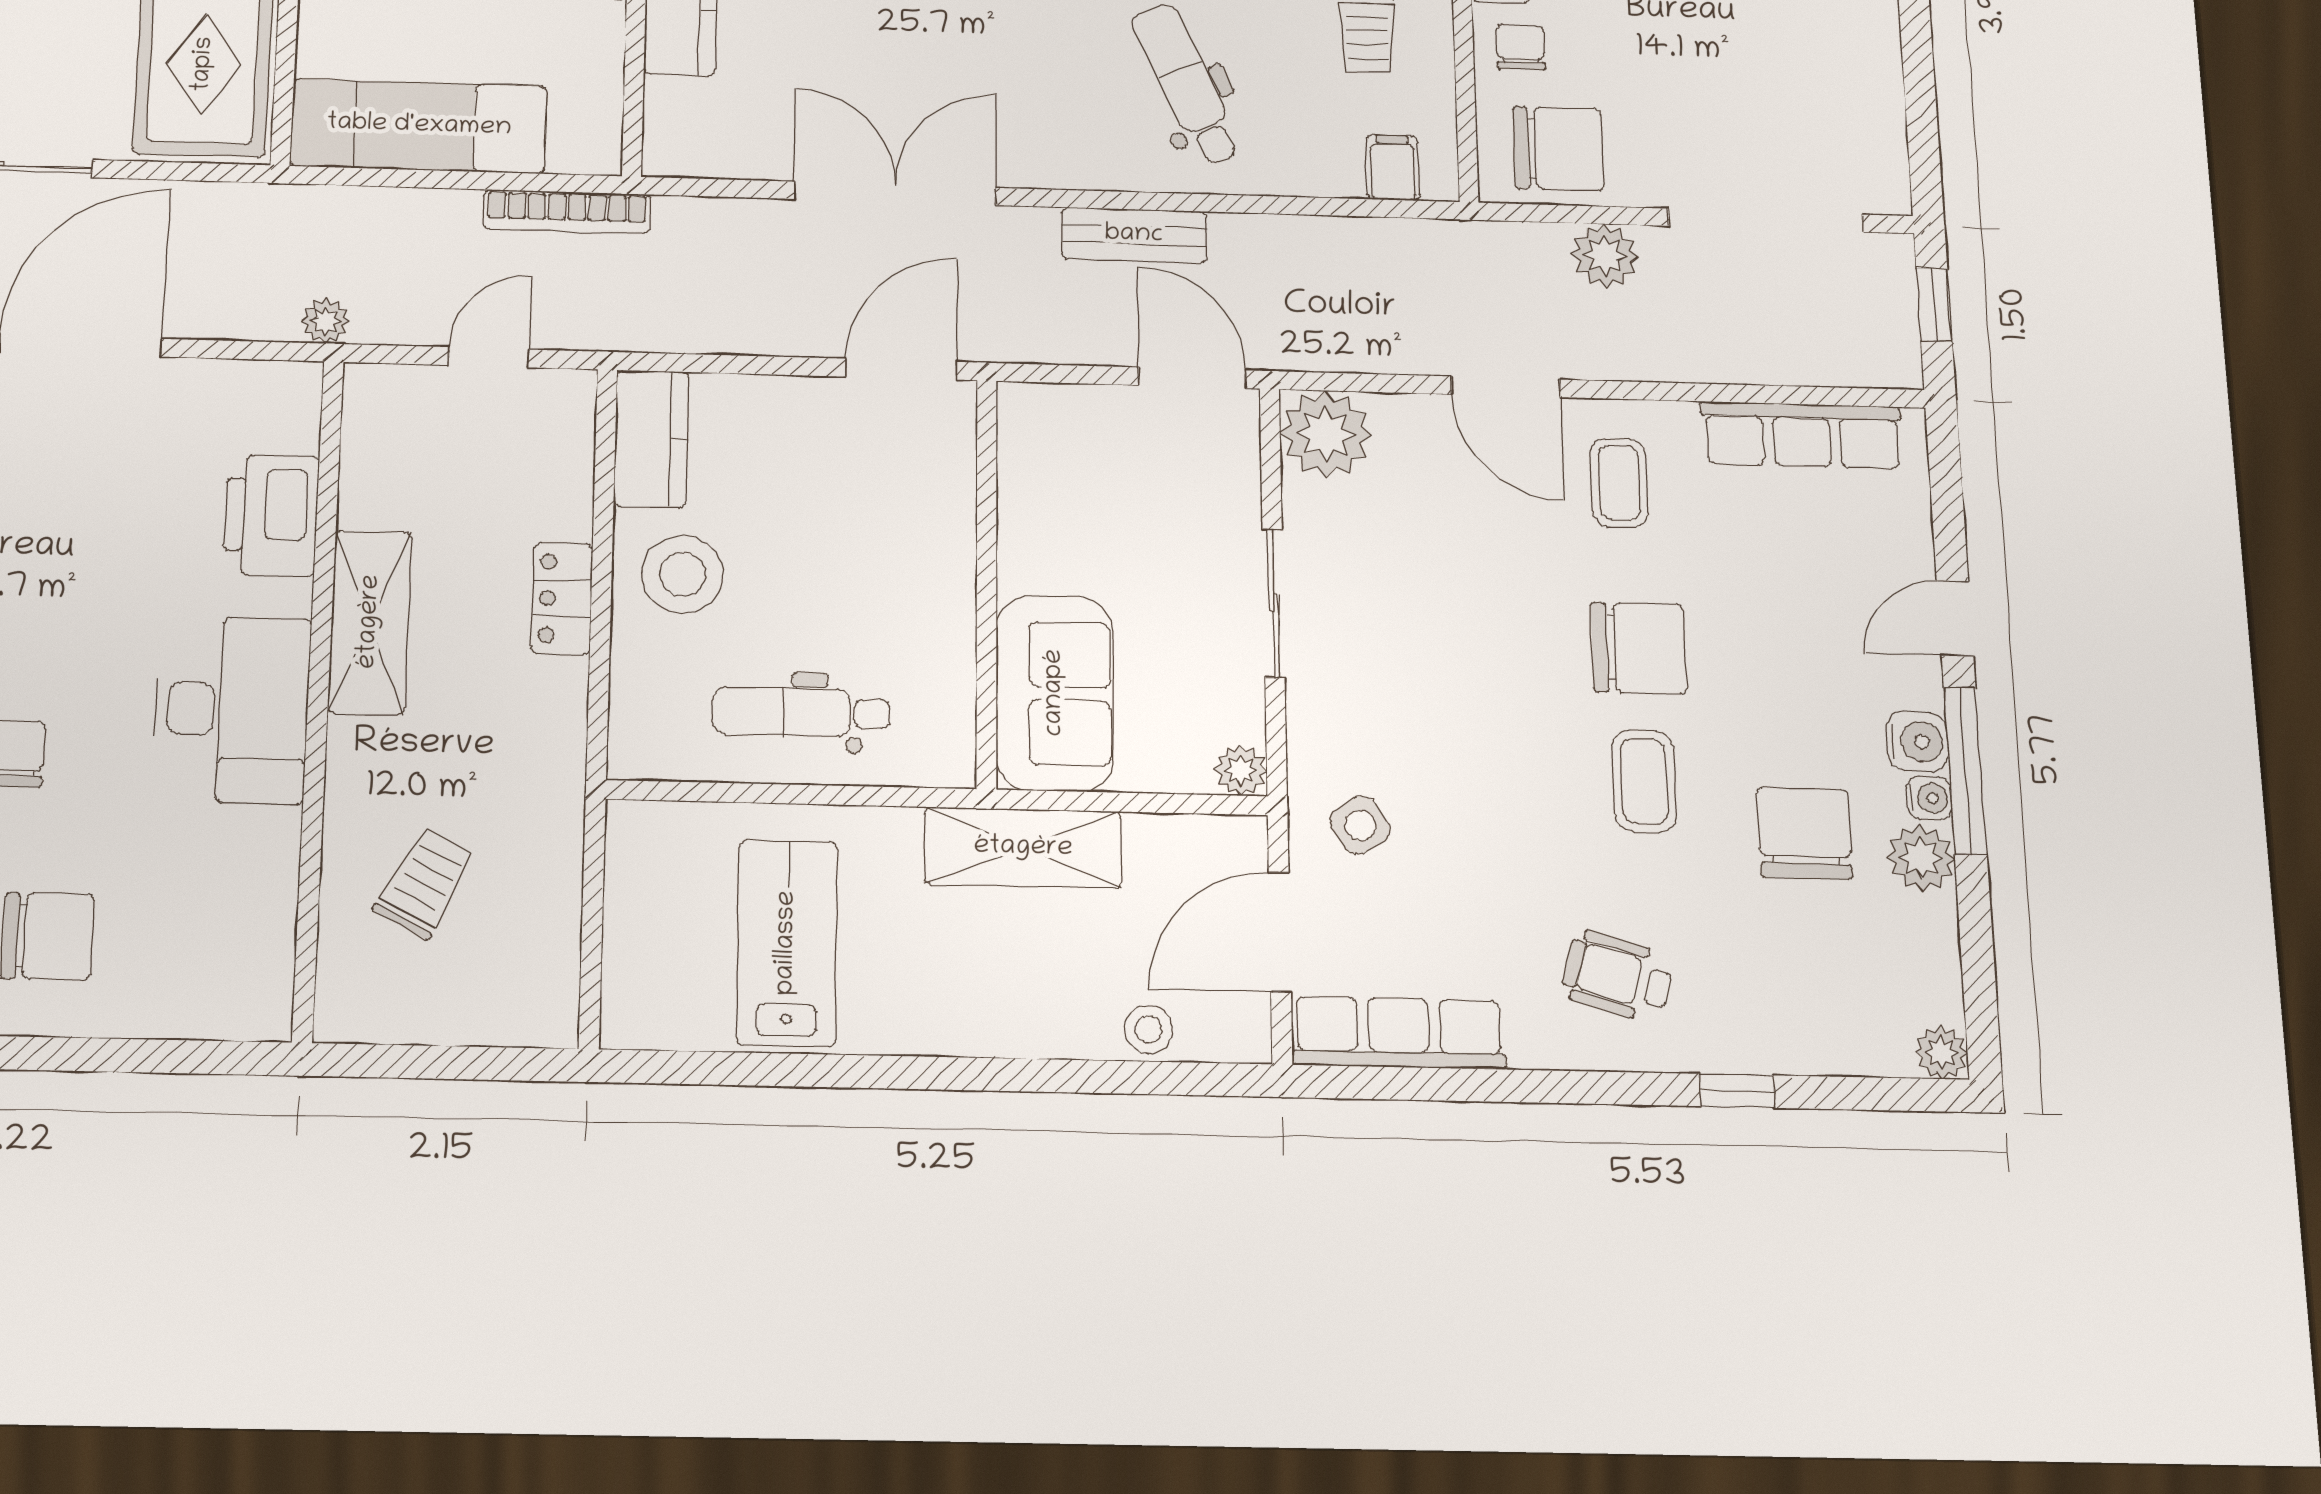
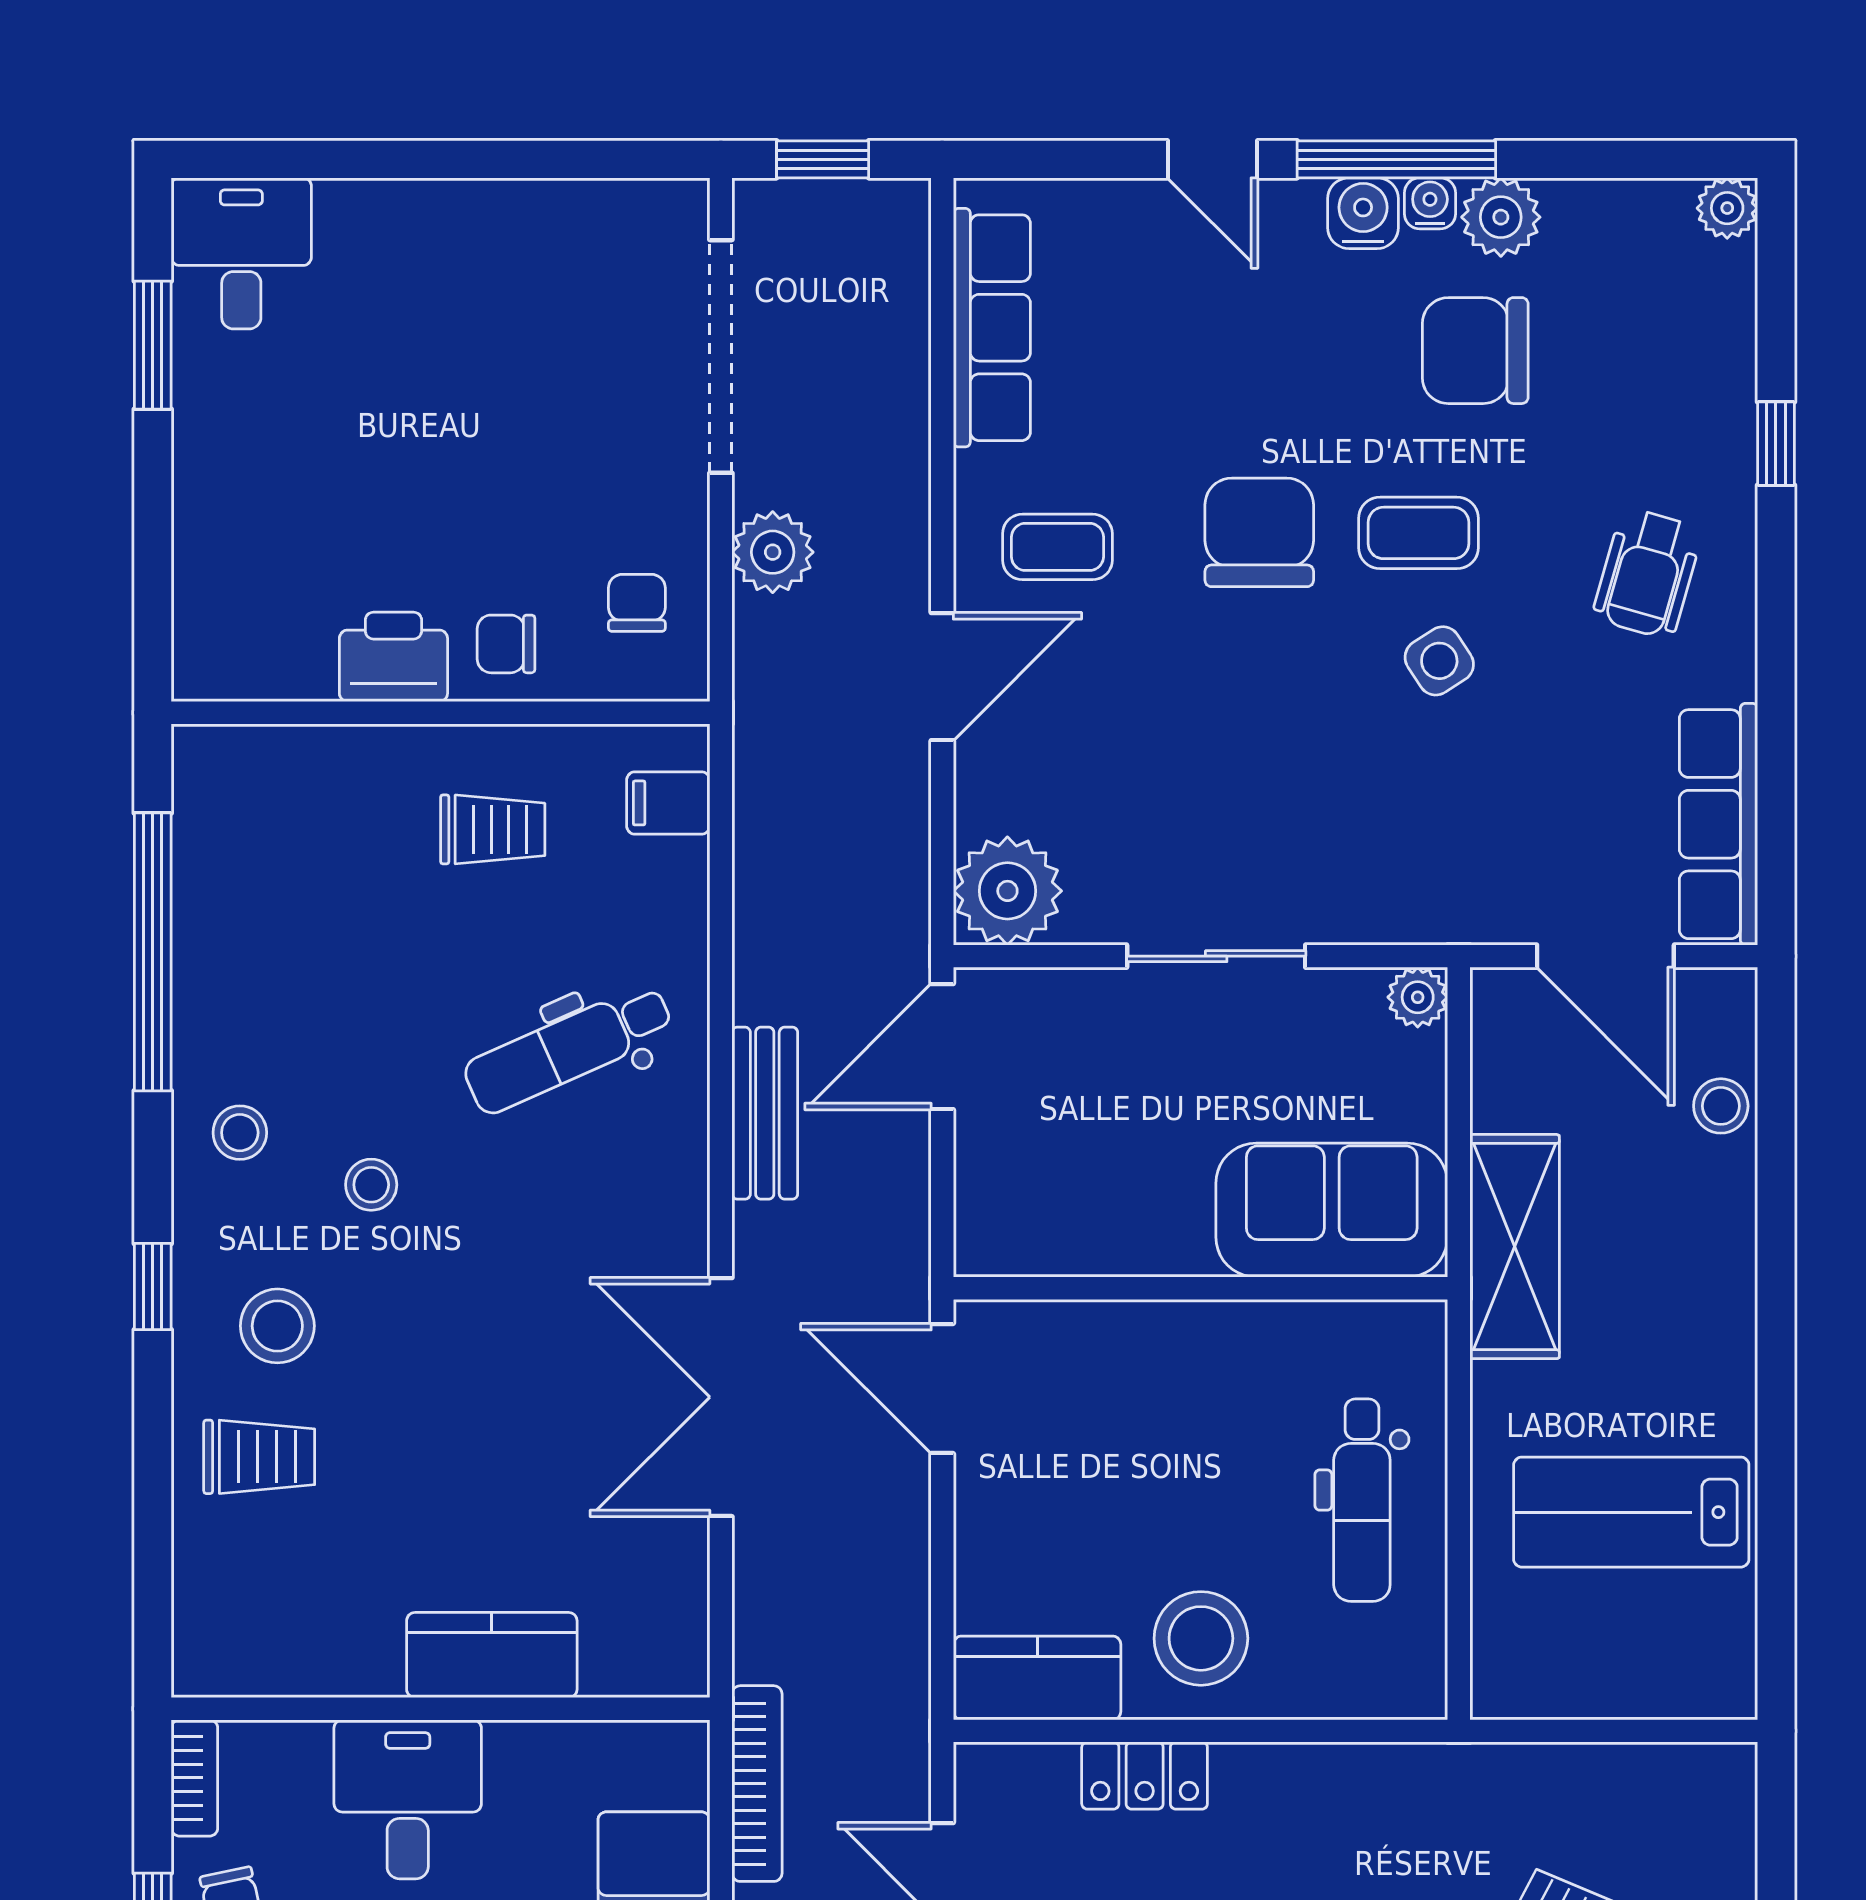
chair: (1558, 149) -> (637, 603), width x0.54, depth x0.54
locker: (562, 598) -> (1145, 1776), moved
side table: (1360, 825) -> (1439, 661), moved

